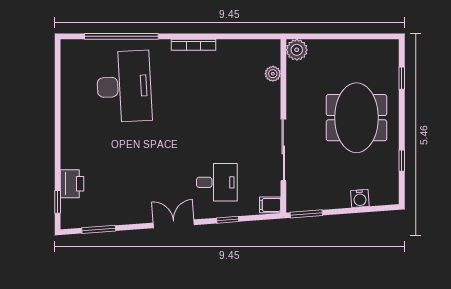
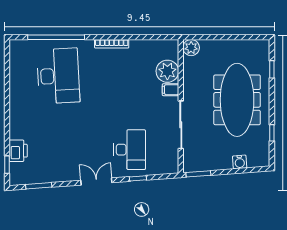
plant: (273, 74) -> (167, 71), width x1.88, depth x1.88
meeting table: (357, 118) -> (237, 100), width x1.36
desk: (217, 182) -> (130, 150), width x1.37
filing cabinet: (270, 205) -> (171, 90), moved

